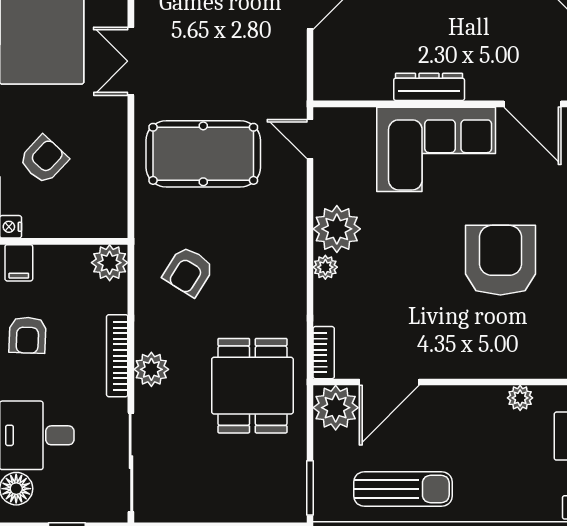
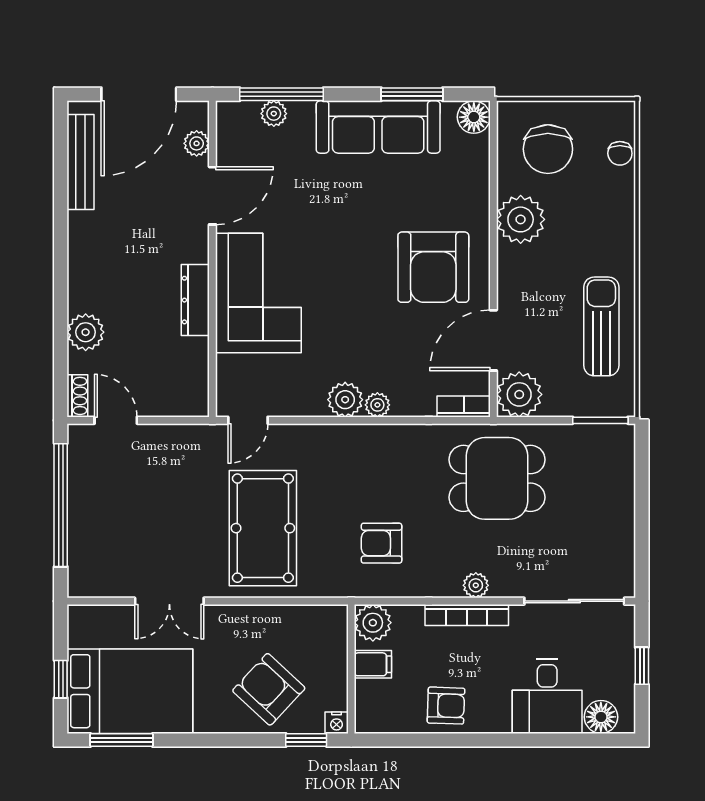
armchair: (44, 160) -> (269, 689), width x1.38, depth x1.38
plant: (337, 229) -> (345, 400), width x0.73, depth x0.73
armchair: (500, 260) -> (433, 267), moved, turned -90
filing cabinet: (19, 263) -> (373, 664), moved
armchair: (188, 271) -> (381, 543), turned 148
plant: (151, 369) -> (476, 585), width x0.73, depth x0.73
door: (389, 382) -> (493, 340), swing flipped
plant: (520, 398) -> (521, 219), width x1.88, depth x1.88

